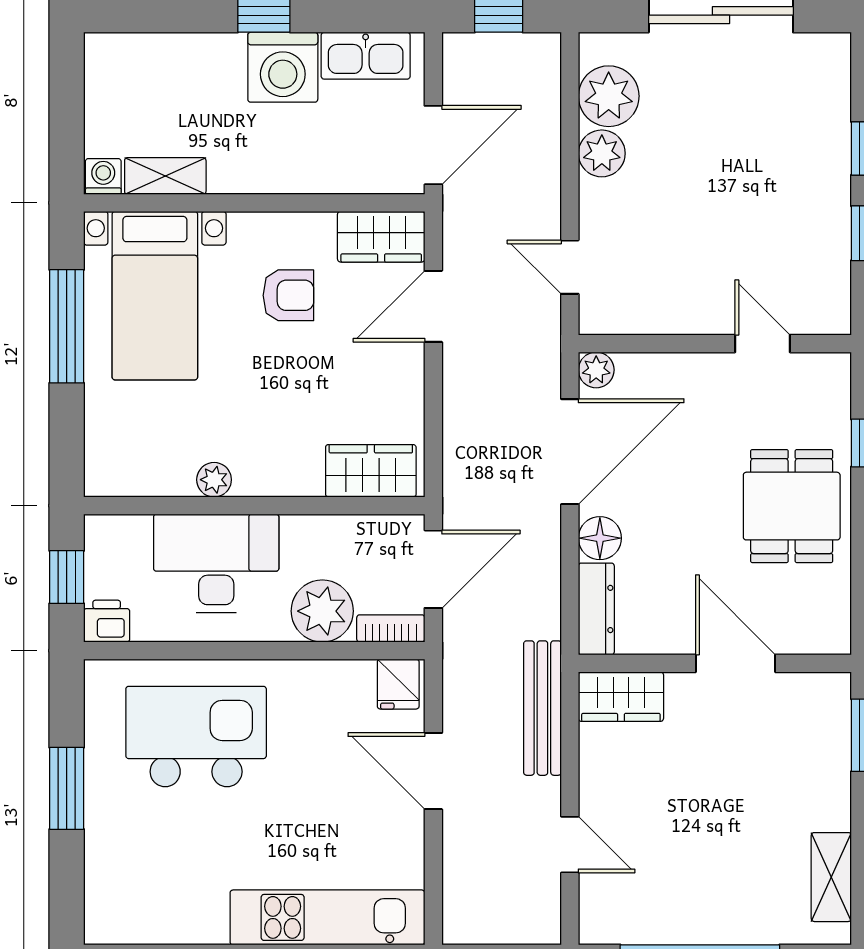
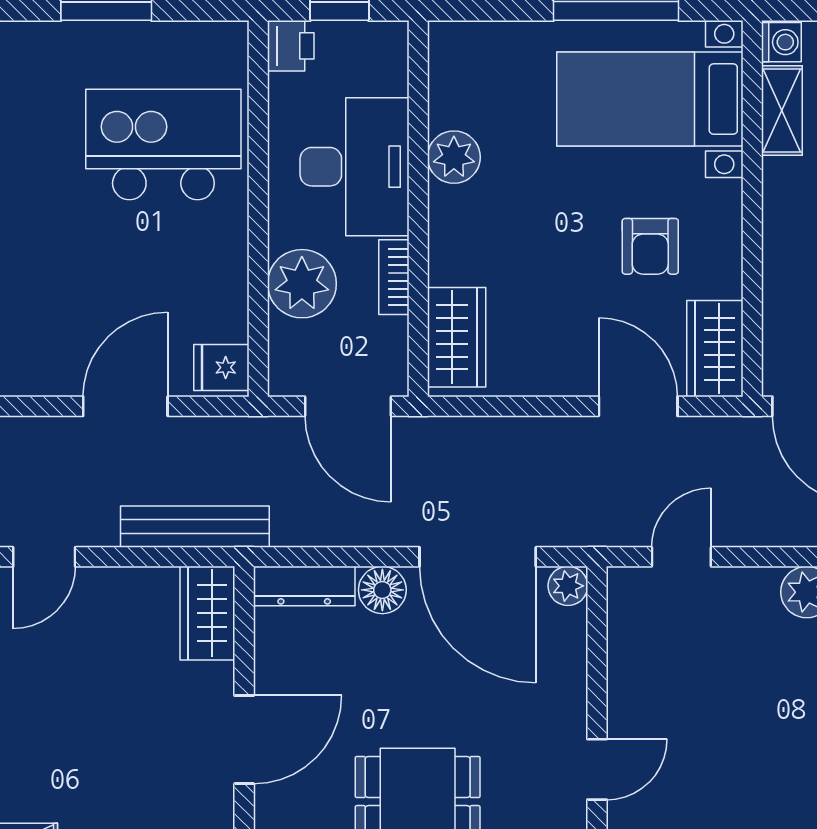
plant: (214, 480) -> (454, 157), width x1.38, depth x1.38
bookcase: (391, 628) -> (394, 277), moved, turned 180
kitchen island: (196, 737) -> (163, 144), turned -90

